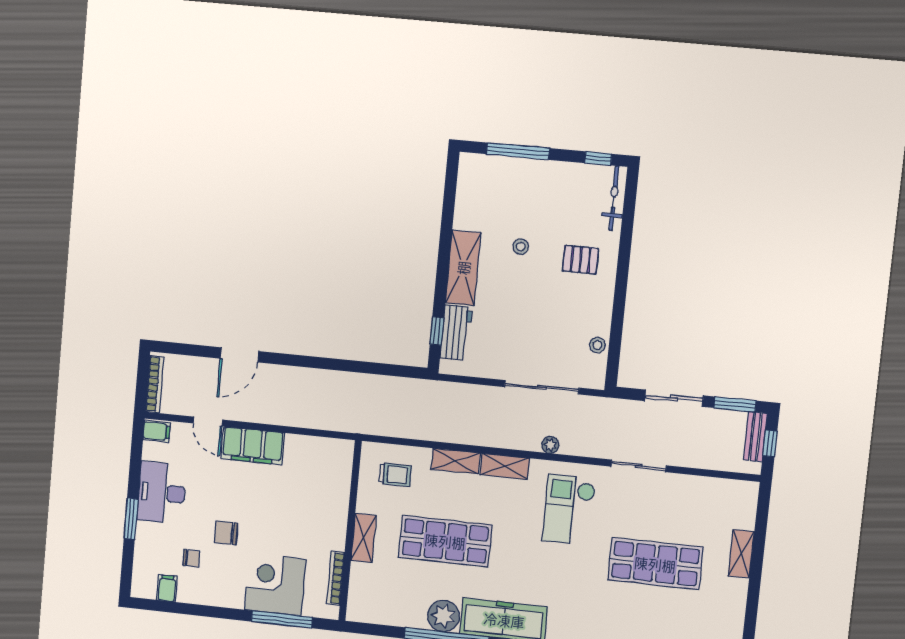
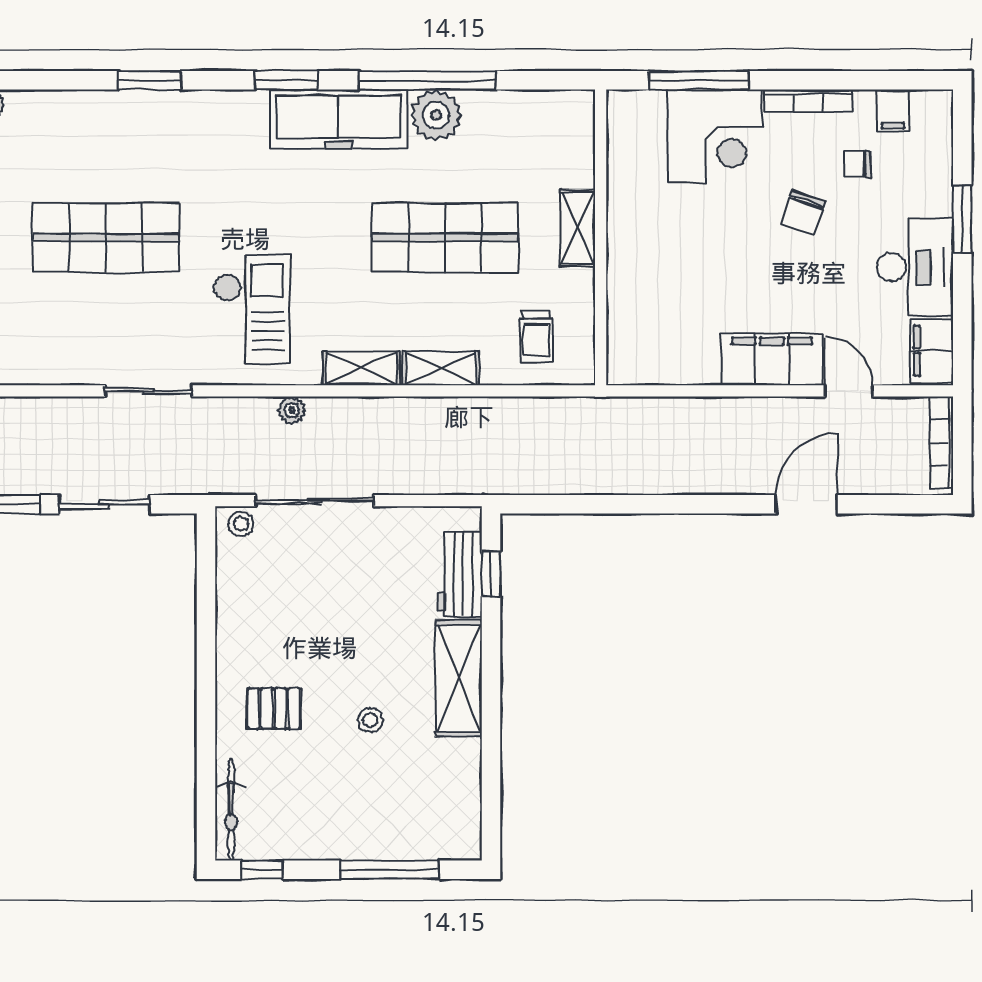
stool: (597, 345) -> (241, 524), moved
filing cabinet: (157, 431) -> (932, 351), width x2.00
trolley: (395, 475) -> (536, 337), turned -90
chair: (226, 533) -> (803, 212), turned 109
bookcase: (336, 578) -> (808, 101), moved, turned 90

